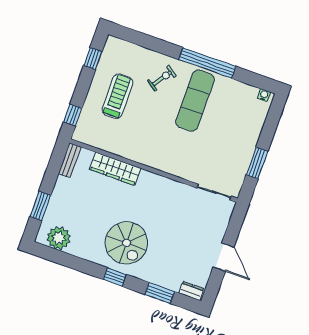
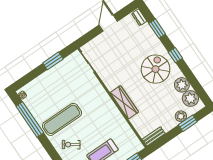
window: (207, 63) -> (30, 120), moved
wardrobe: (115, 169) -> (124, 102), moved
plant: (55, 208) -> (181, 116), added
plant: (81, 247) -> (182, 85), added

